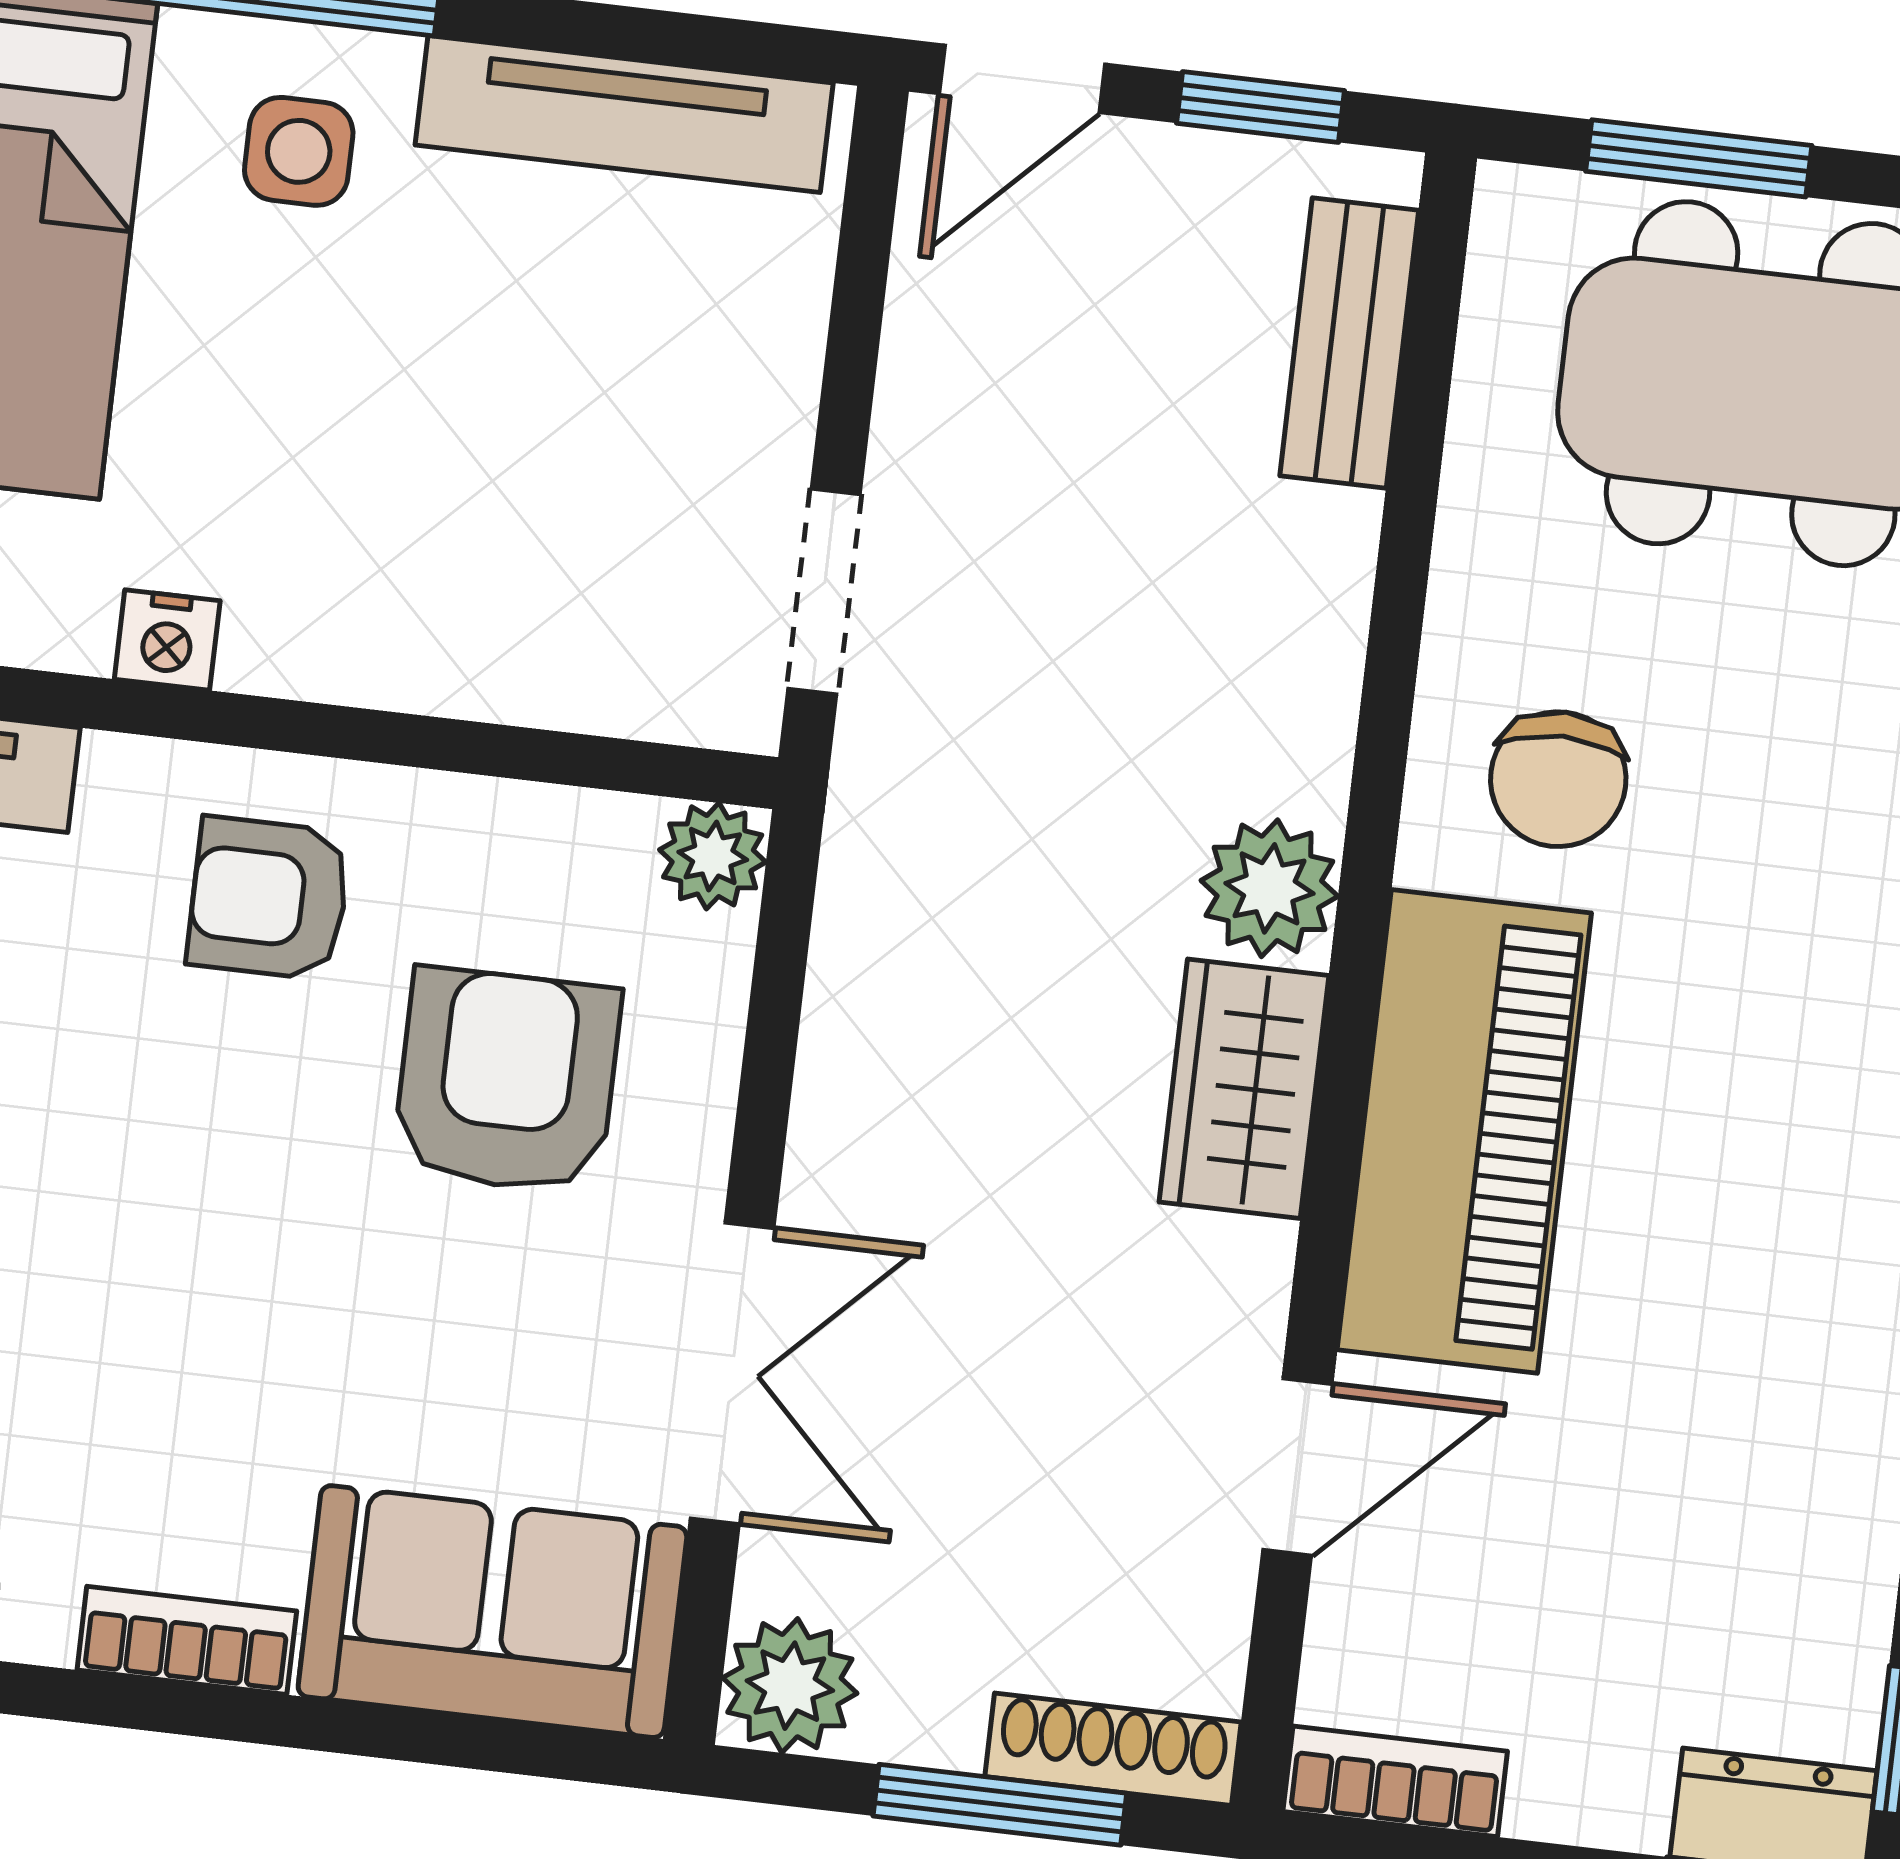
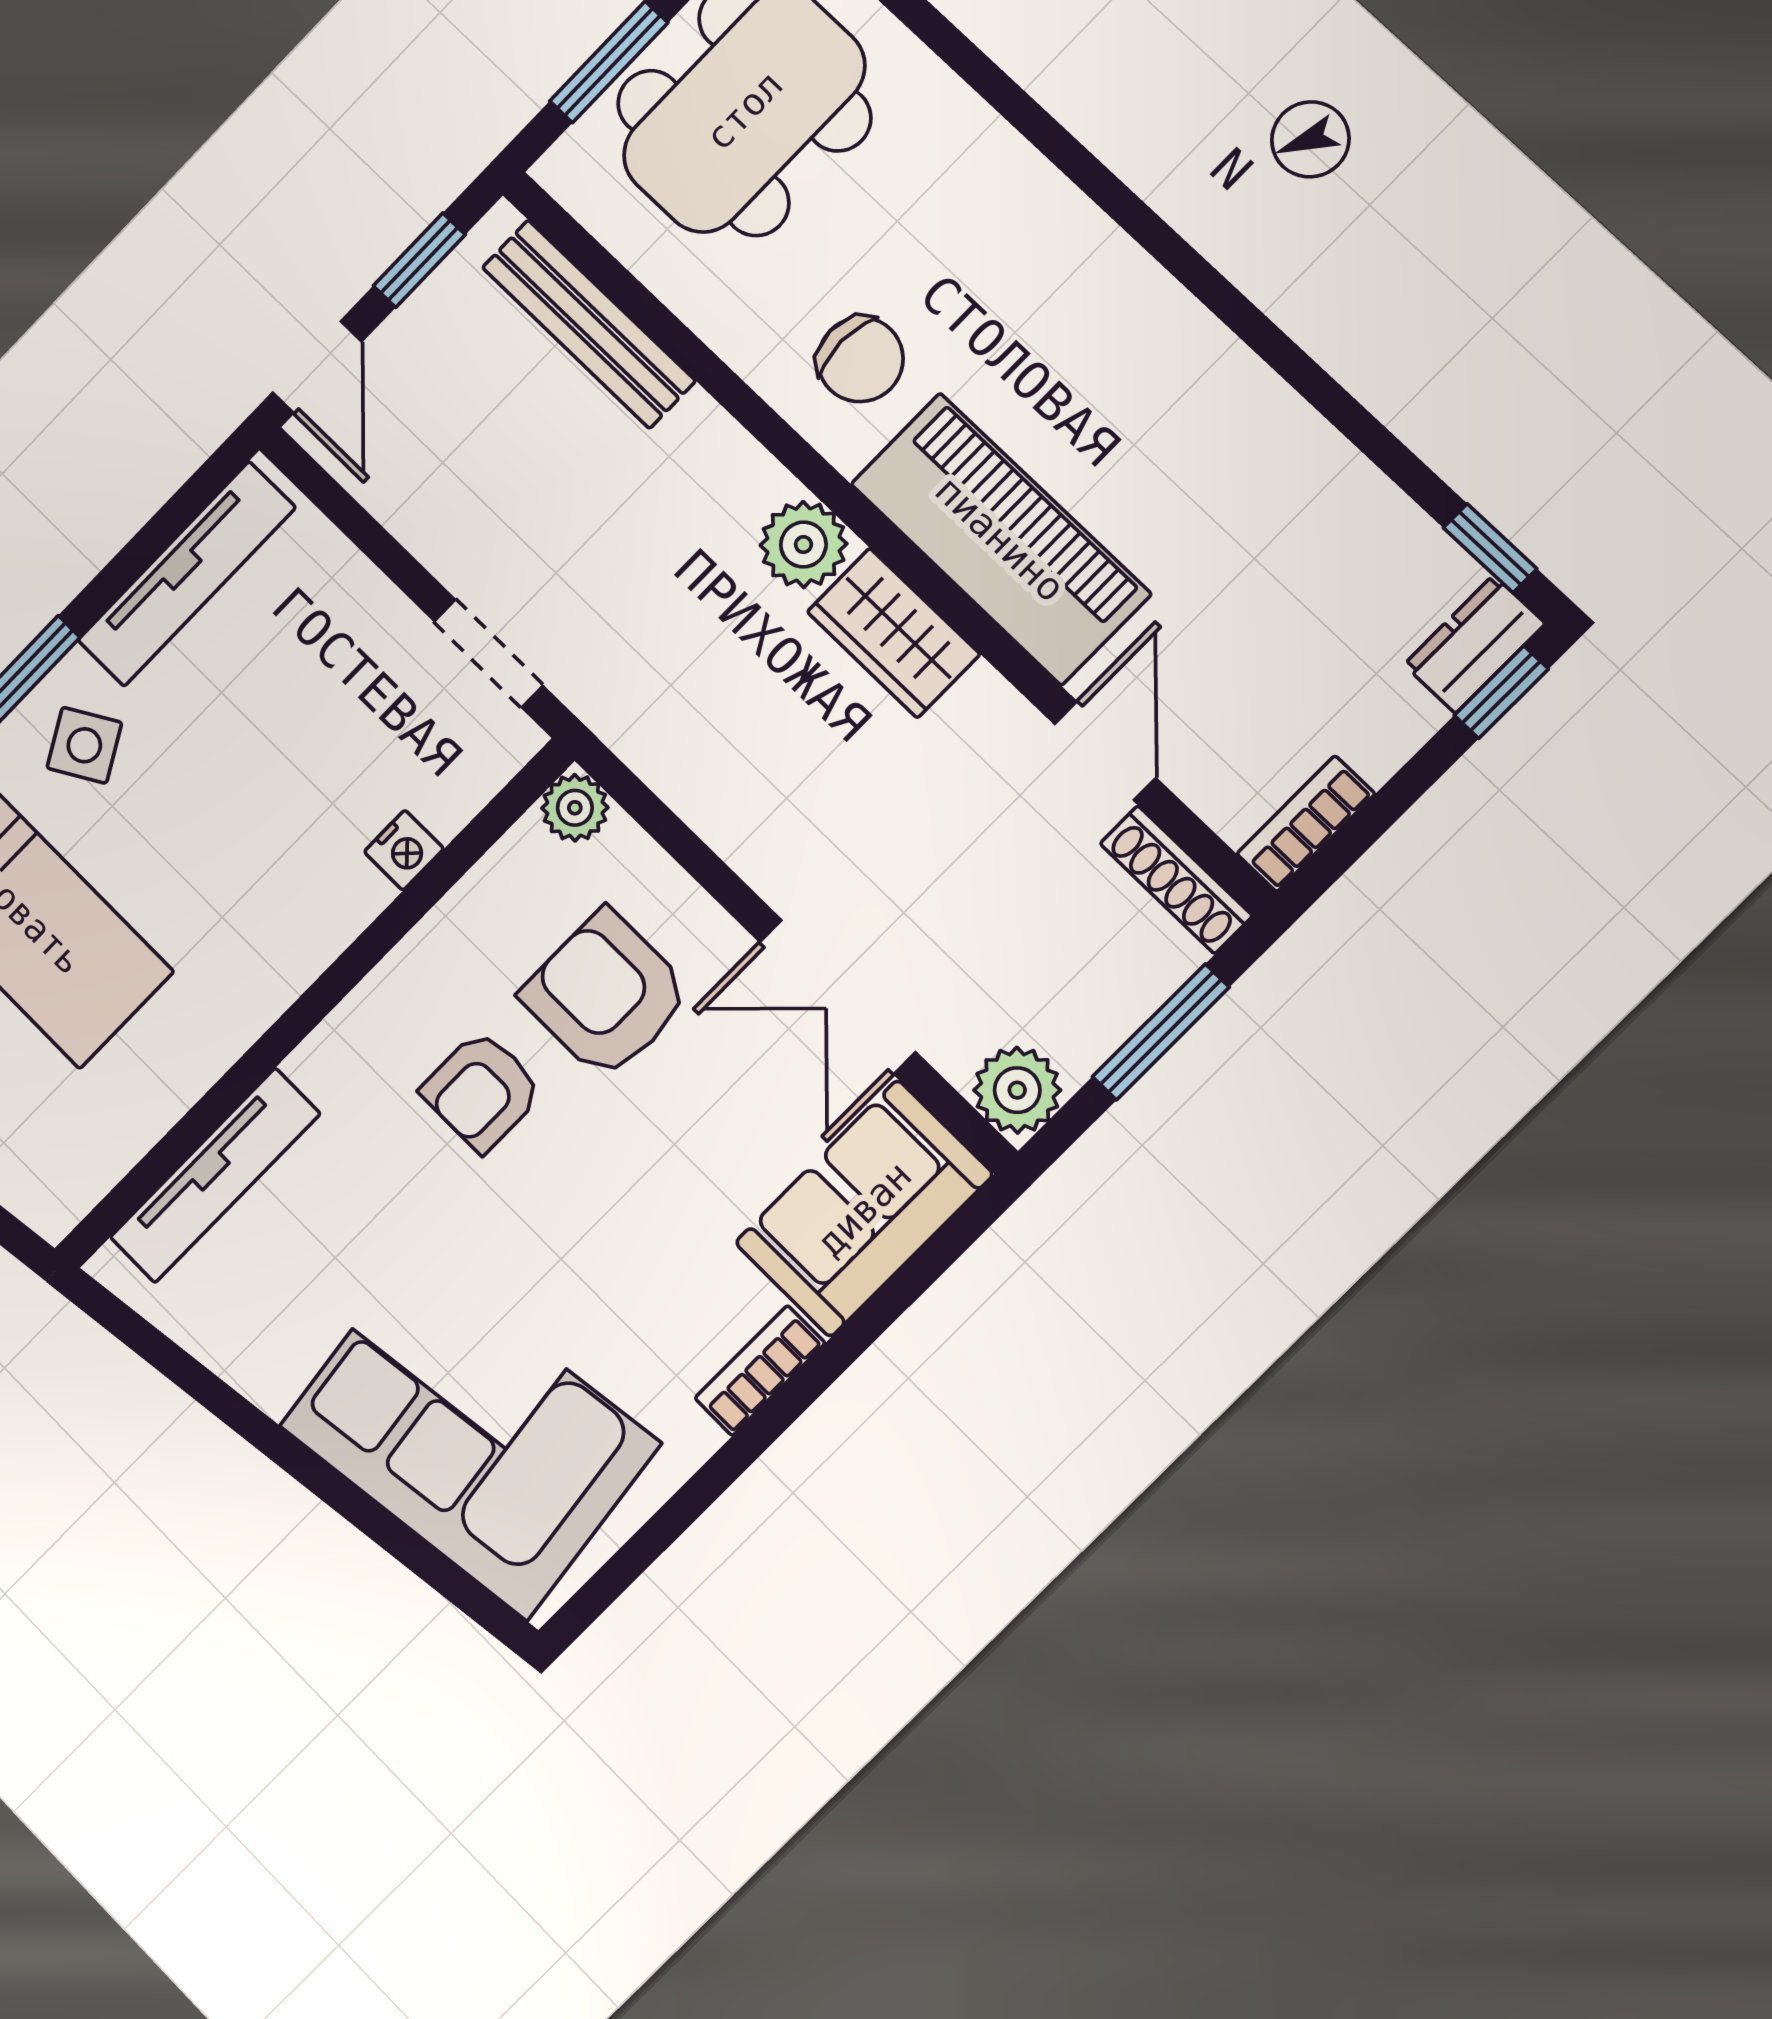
side table: (299, 151) -> (84, 745), turned -30
bench: (1349, 343) -> (589, 324), width x1.36
nightstand: (167, 640) -> (404, 850), moved
armchair: (269, 898) -> (482, 1091), moved
double door: (732, 1373) -> (838, 997), swing flipped
shoe rack: (1113, 1749) -> (1176, 880), moved, turned -90

